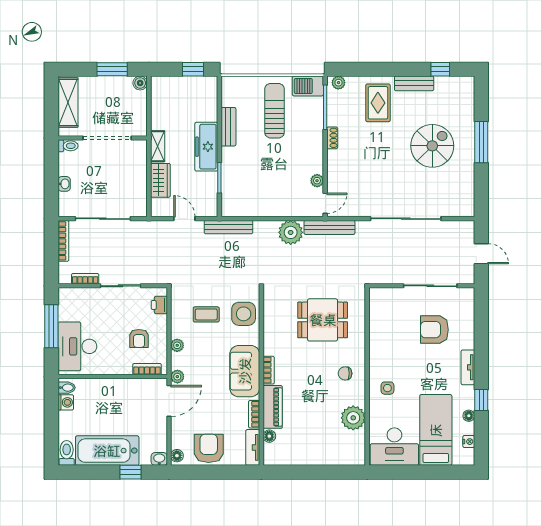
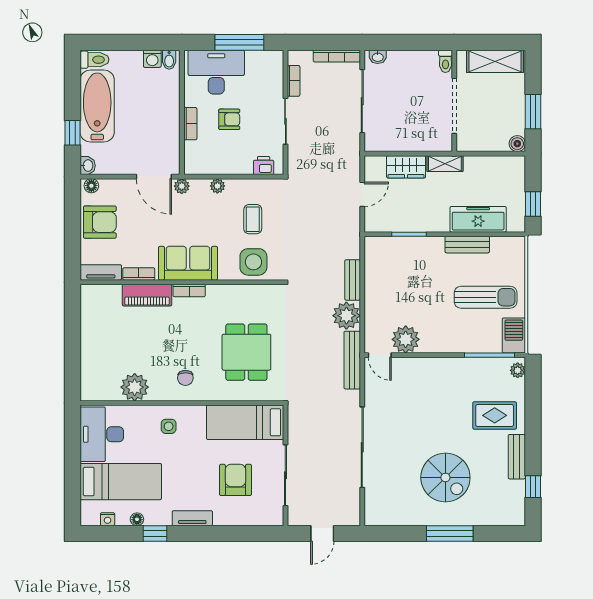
shoe rack: (332, 138) -> (455, 363), removed
freezer: (206, 147) -> (478, 219), moved
plant: (317, 181) -> (406, 339), width x1.87, depth x1.87
washbasin: (64, 184) -> (378, 57), moved
bench: (229, 227) -> (353, 280), moved, width x0.73
bed: (384, 321) -> (245, 422), added
armchair: (139, 338) -> (229, 119), moved, turned 180
bookcase: (147, 369) -> (190, 124), moved
chair: (345, 373) -> (185, 378), turned 180
floor lamp: (269, 436) -> (114, 291), removed

